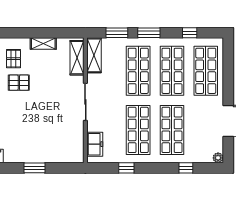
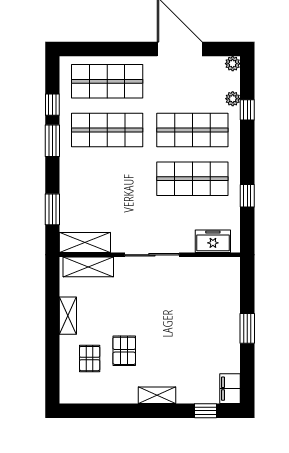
window: (149, 33) -> (52, 141), moved
pallet: (13, 59) -> (90, 359), turned 90
shop shelf: (138, 71) -> (107, 179), removed
plant: (194, 158) -> (233, 99), added

